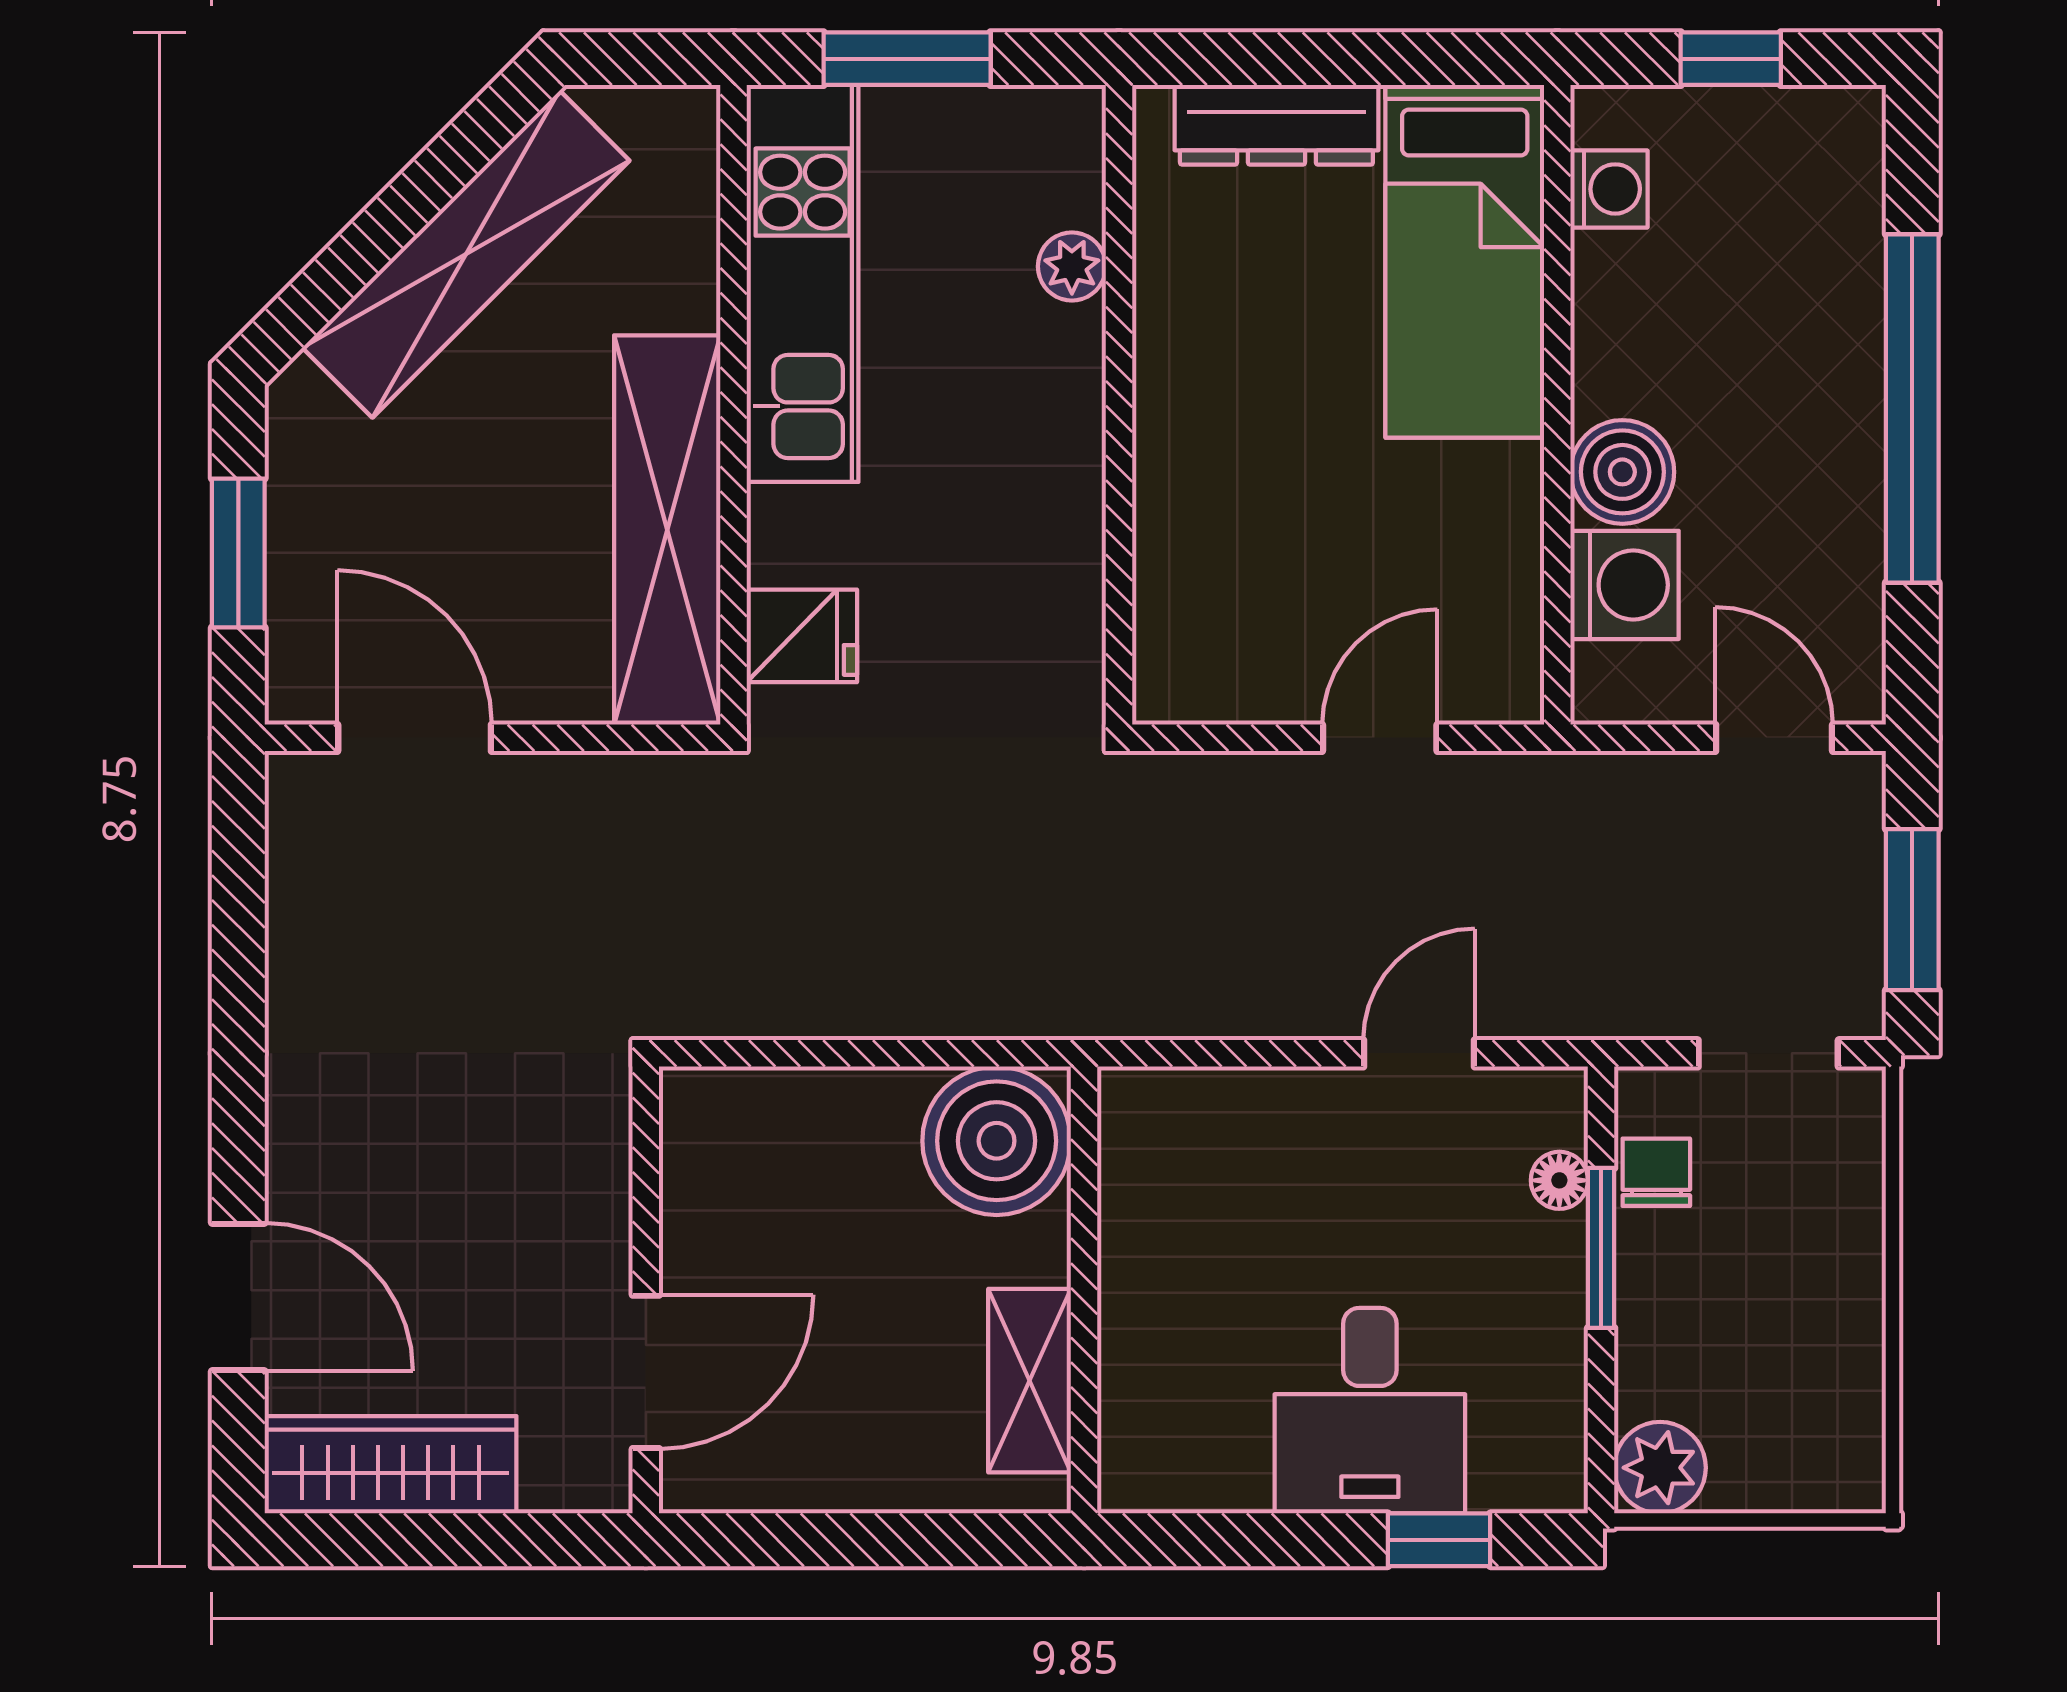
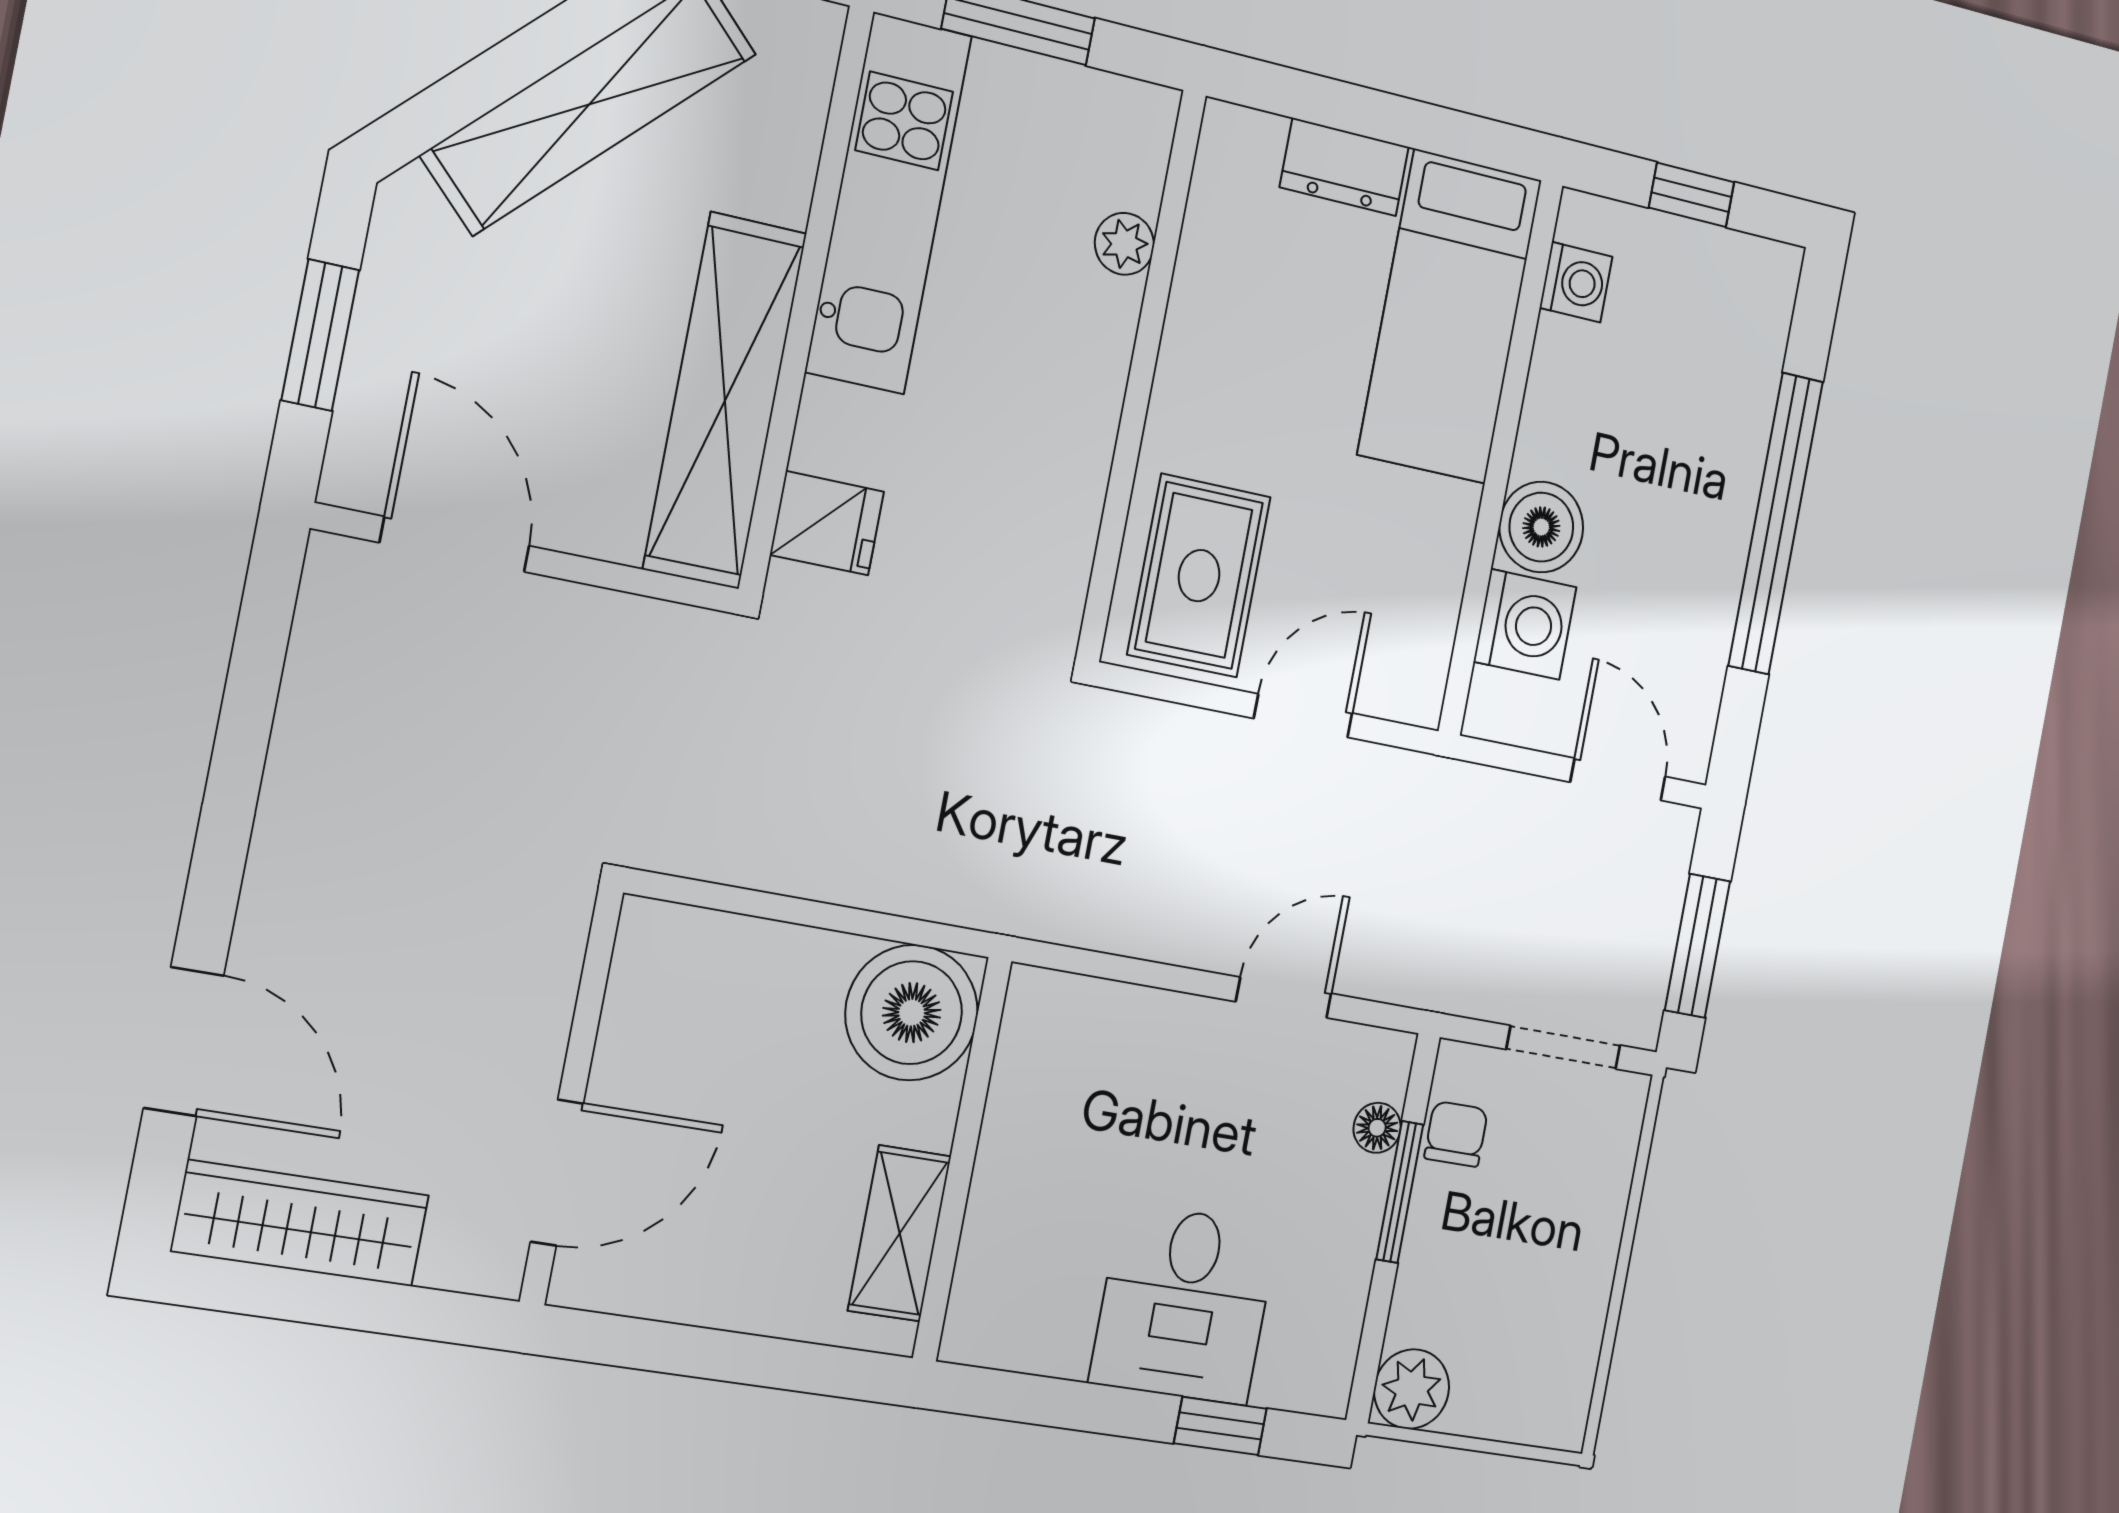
dresser: (1276, 125) -> (1344, 167), width x0.70
rug: (1228, 608) -> (1199, 576), added

